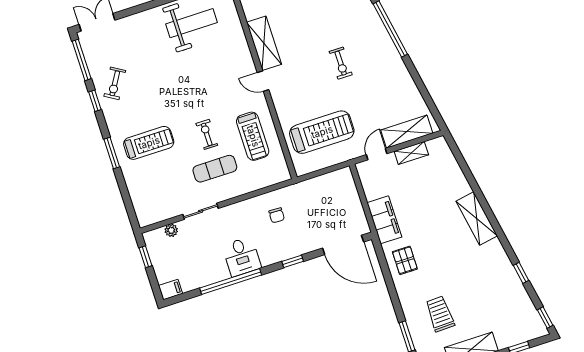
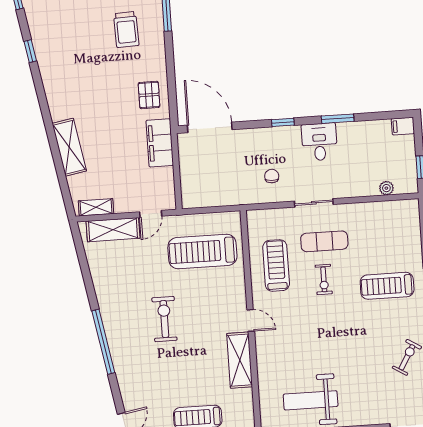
exercise bike: (341, 63) -> (164, 319), width x1.38, depth x1.39
shelving: (411, 153) -> (96, 207), moved
sliding door: (201, 211) -> (314, 203), moved
shelving: (477, 218) -> (69, 147), moved
window: (293, 261) -> (283, 122), moved
window: (231, 282) -> (338, 119), width x0.47

